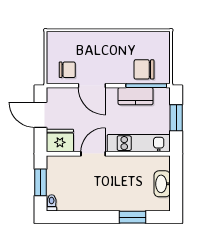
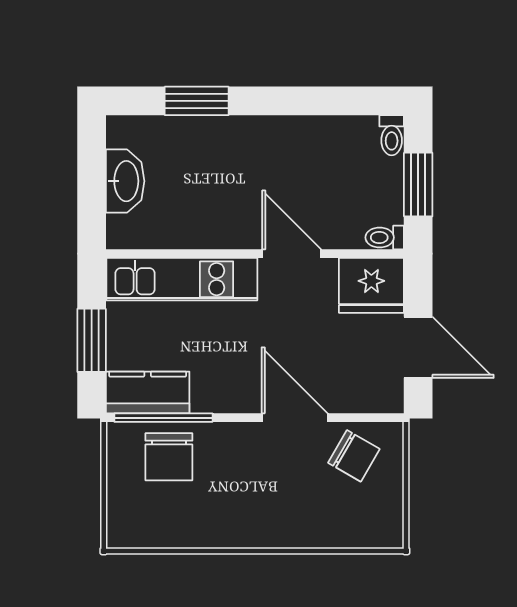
chair: (144, 69) -> (169, 457), turned 90
chair: (67, 70) -> (354, 456), turned -150
kitchen counter: (136, 96) -> (148, 392), moved
door: (93, 154) -> (292, 254), swing flipped
toilet: (54, 160) -> (385, 237), added

